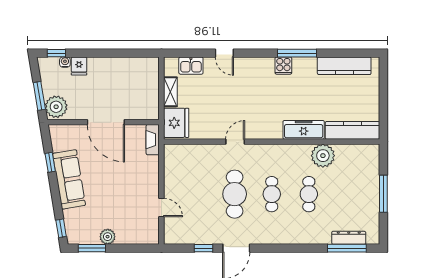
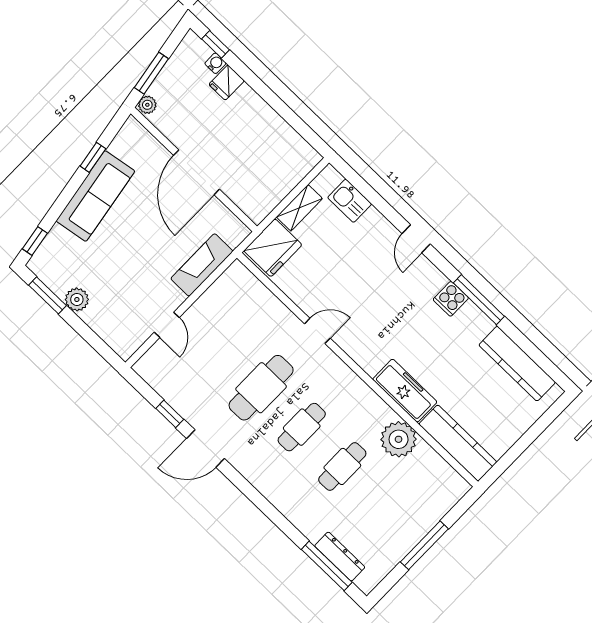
door: (224, 53) -> (416, 239), moved
plant: (56, 107) -> (147, 105), width x0.53, depth x0.53
fireplace: (153, 140) -> (202, 265), moved, width x1.37, depth x1.32

